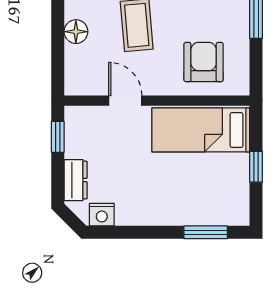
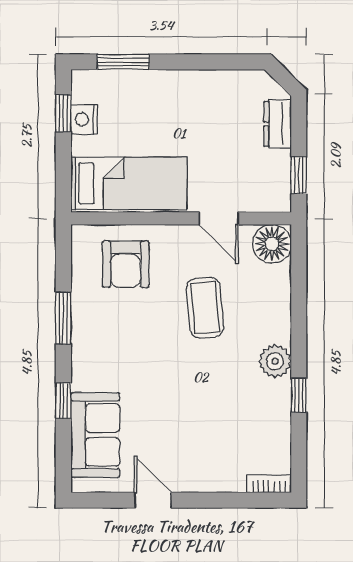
floor lamp: (76, 32) -> (272, 244), moved, width x1.38, depth x1.38
window: (256, 167) -> (63, 113), moved
nightstand: (102, 215) -> (84, 119), moved, turned -90

